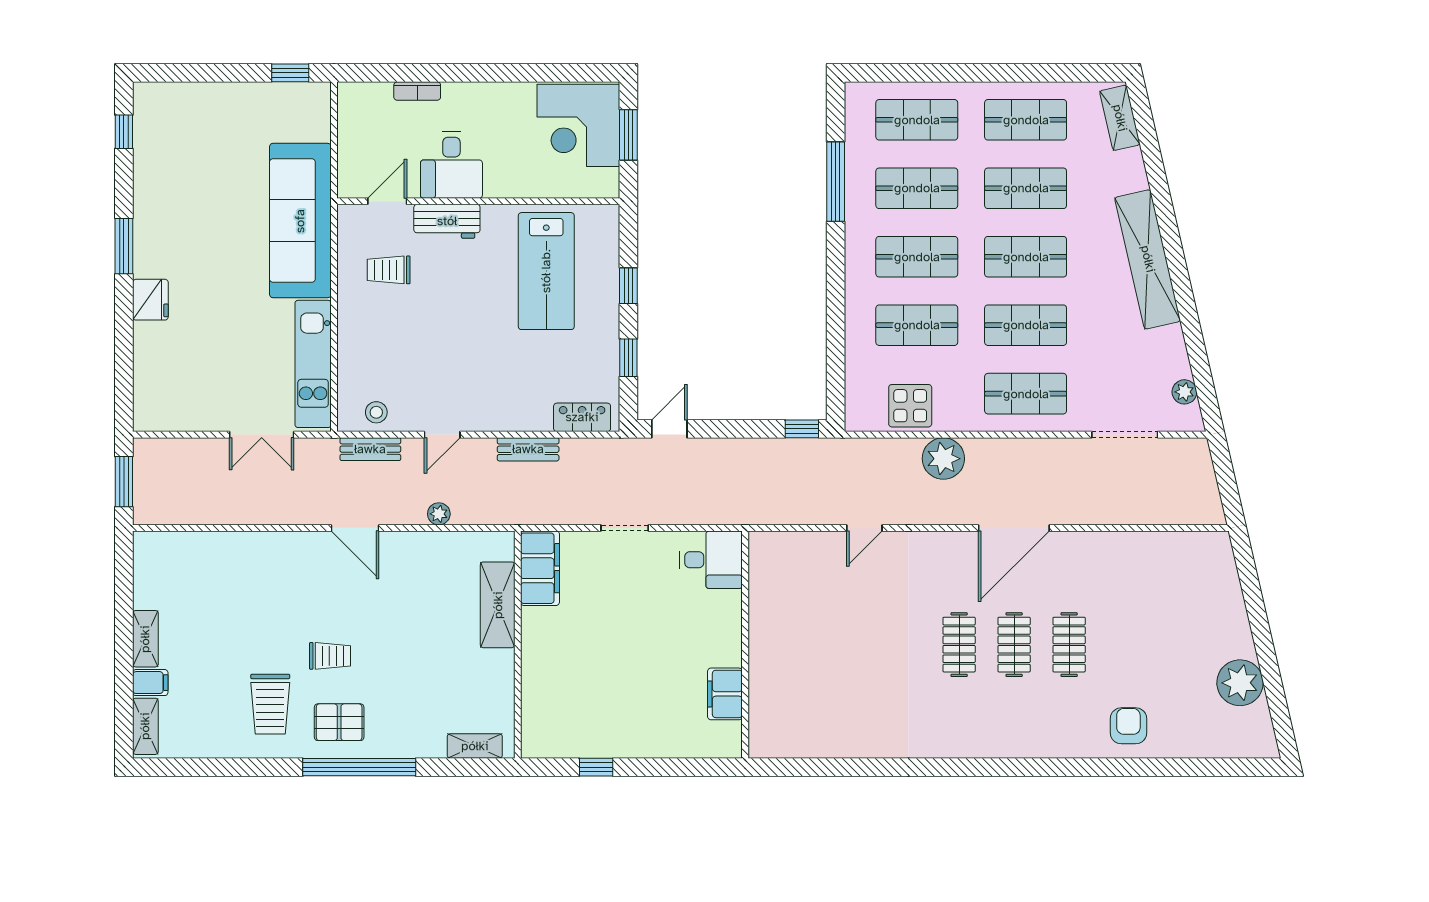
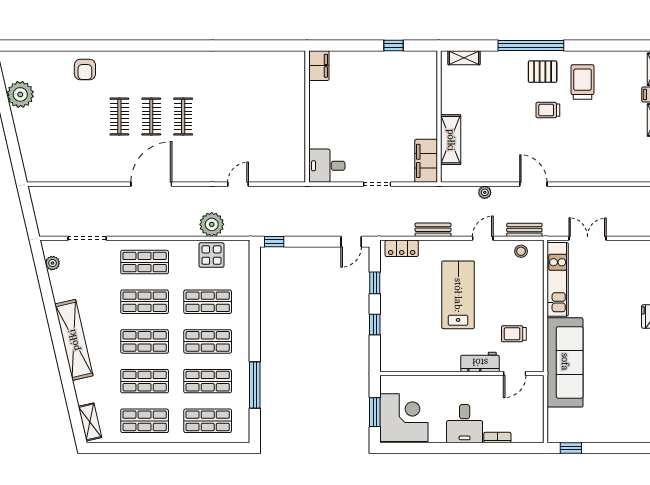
desk: (451, 165) -> (465, 424), moved, turned 180
trolley: (389, 270) -> (514, 334), turned 180
lab bench: (546, 271) -> (458, 295), moved
plant: (943, 459) -> (212, 224), moved
filing cabinet: (725, 694) -> (319, 66), moved

